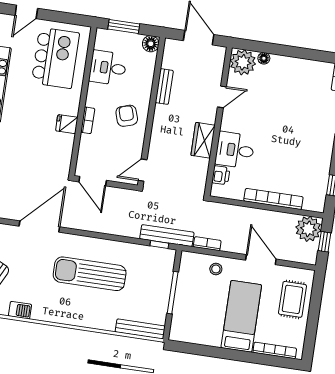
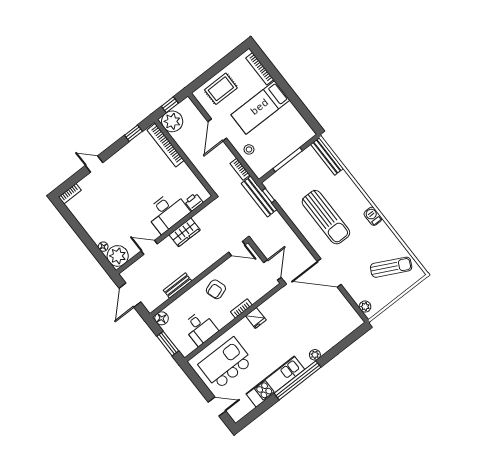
desk: (235, 150) -> (167, 212), width x1.37
bookcase: (273, 199) -> (166, 145), moved
barbecue: (20, 310) -> (373, 216), moved

